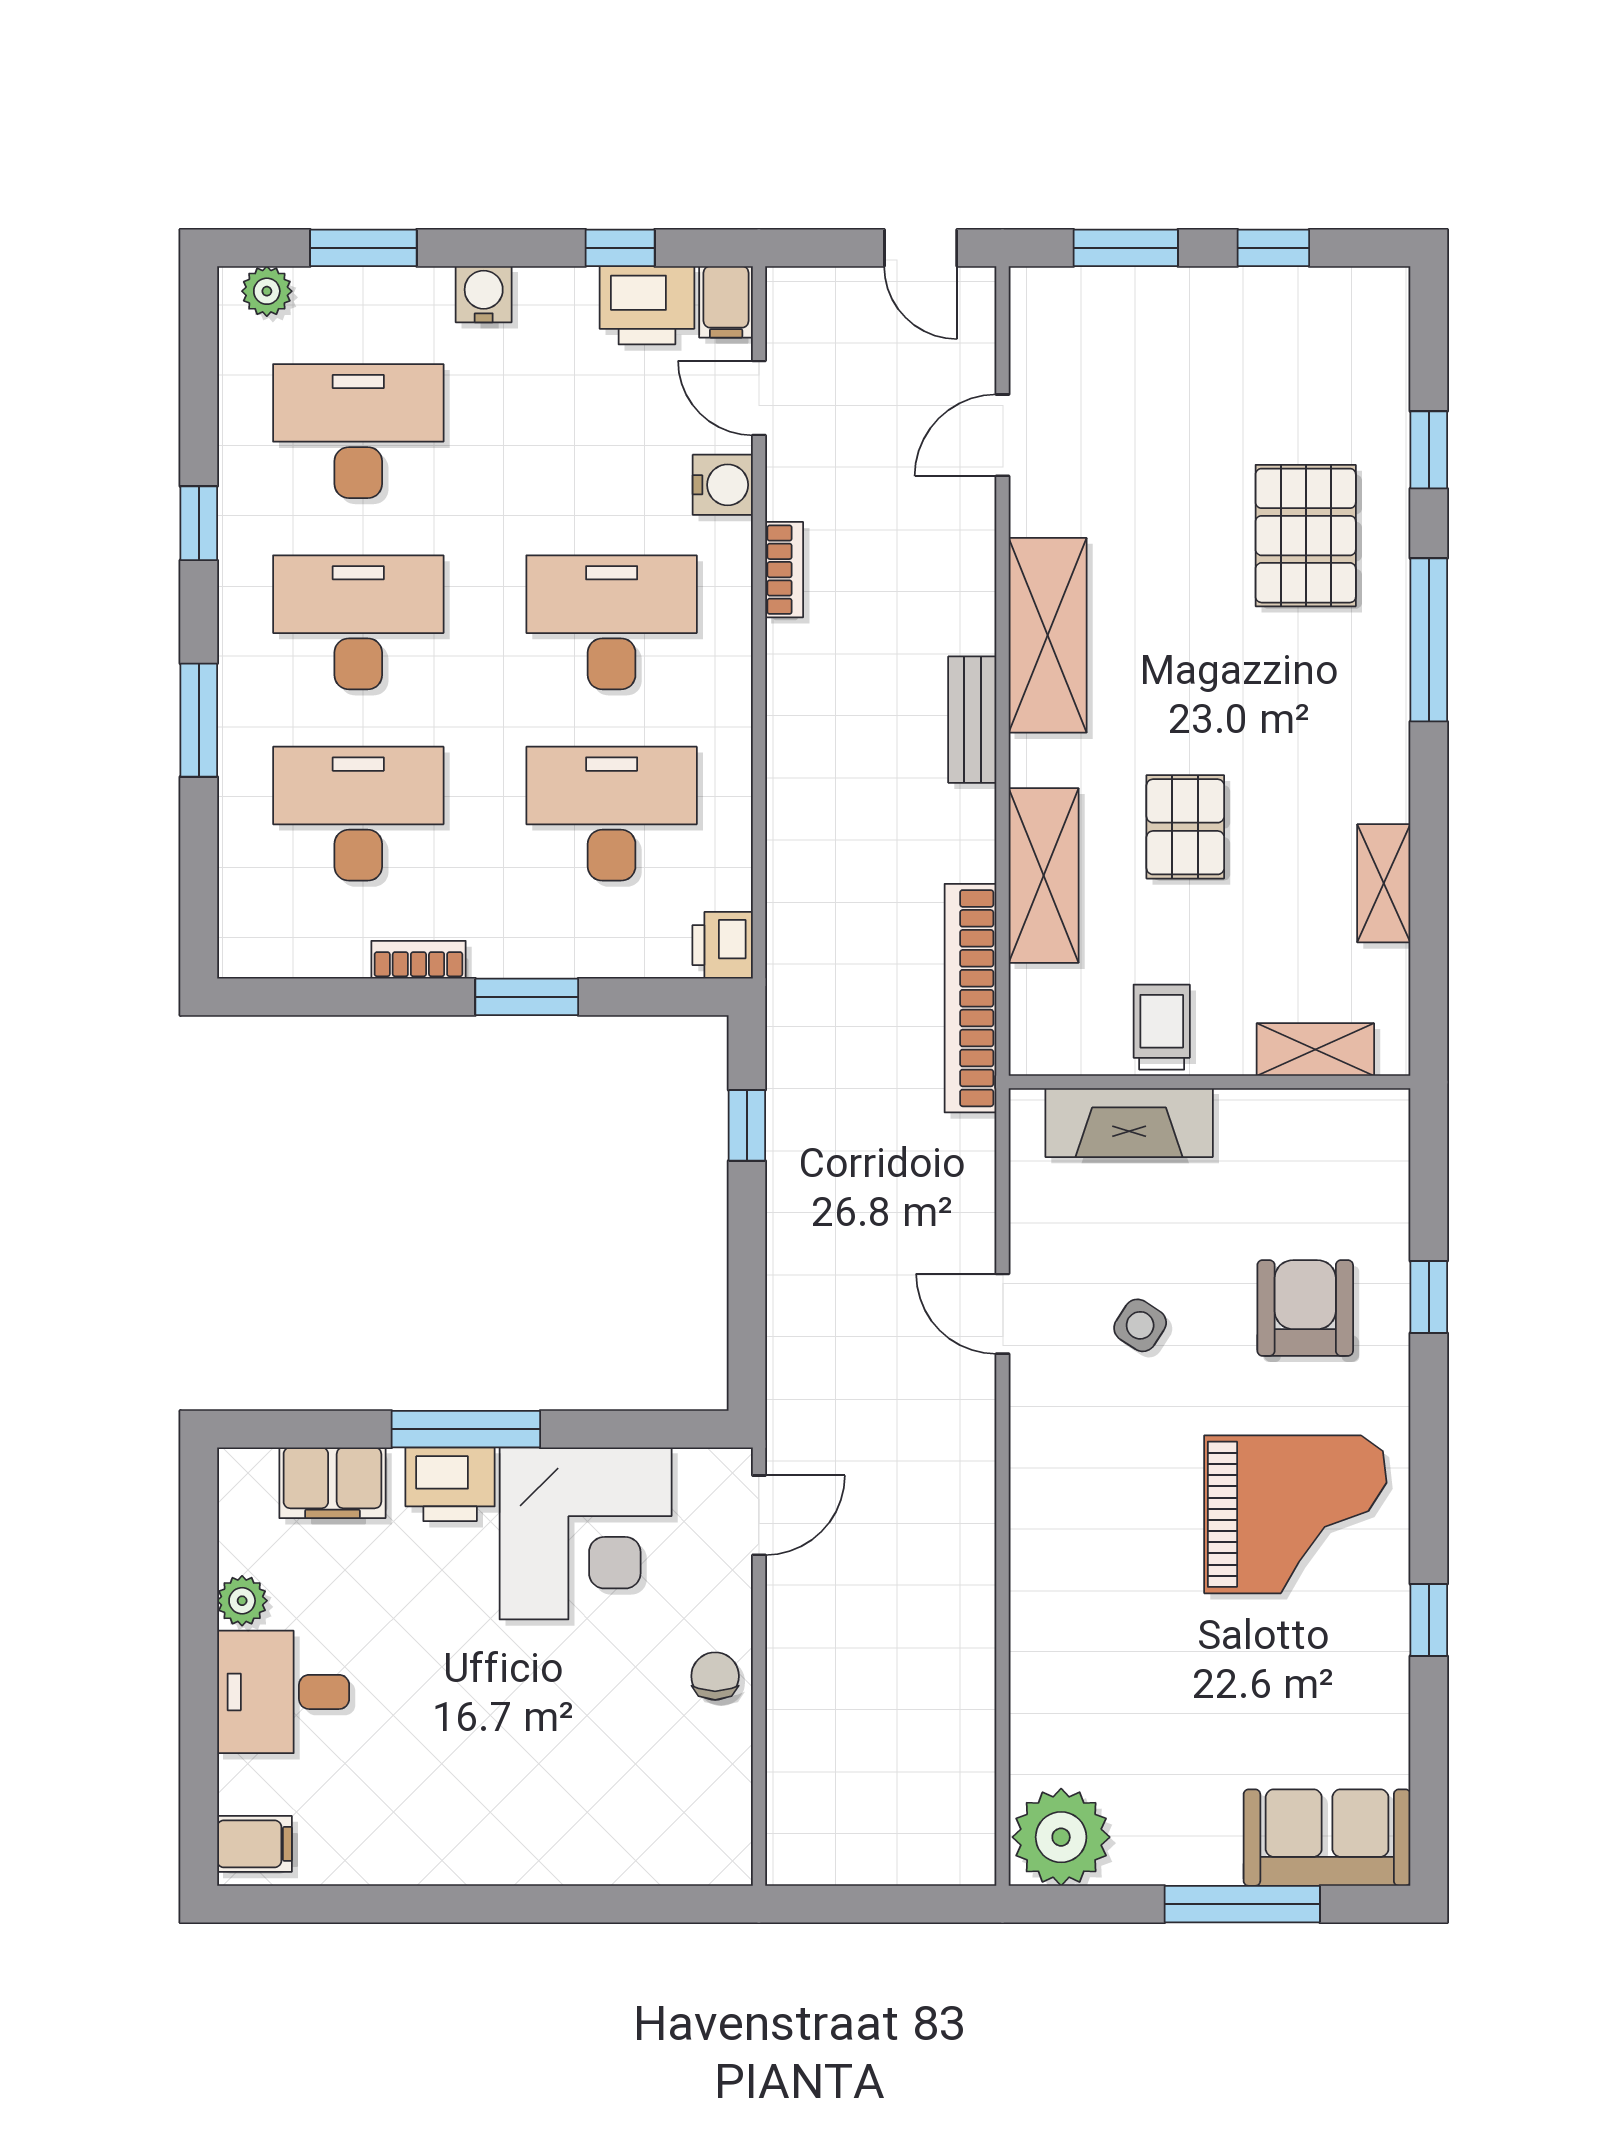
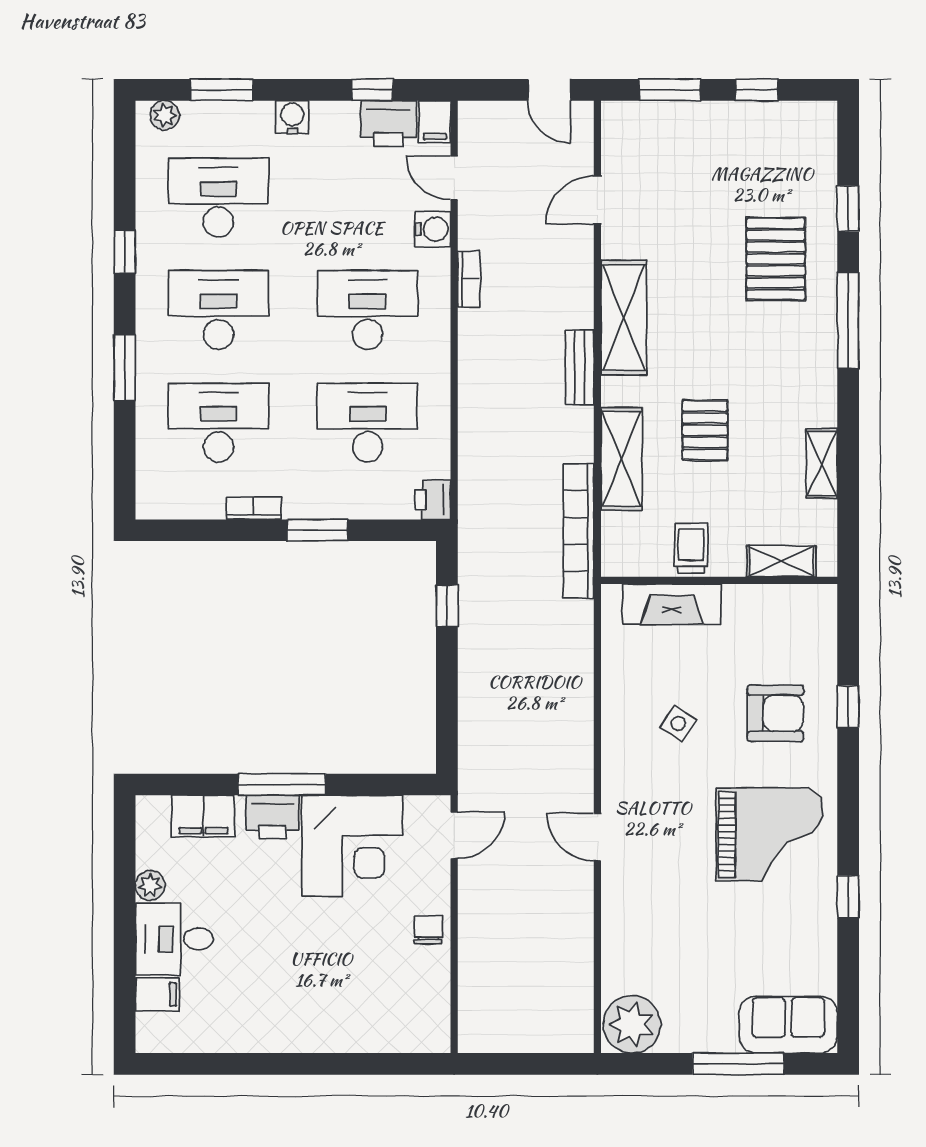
armchair: (1305, 1308) -> (775, 713), turned 90
door: (1003, 1314) -> (597, 837), moved
filing cabinet: (254, 1844) -> (157, 994), moved

